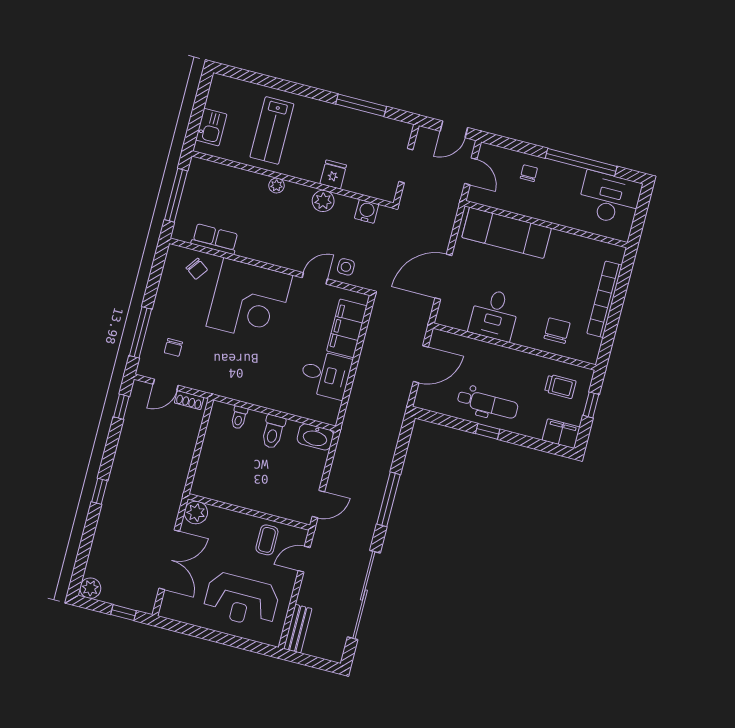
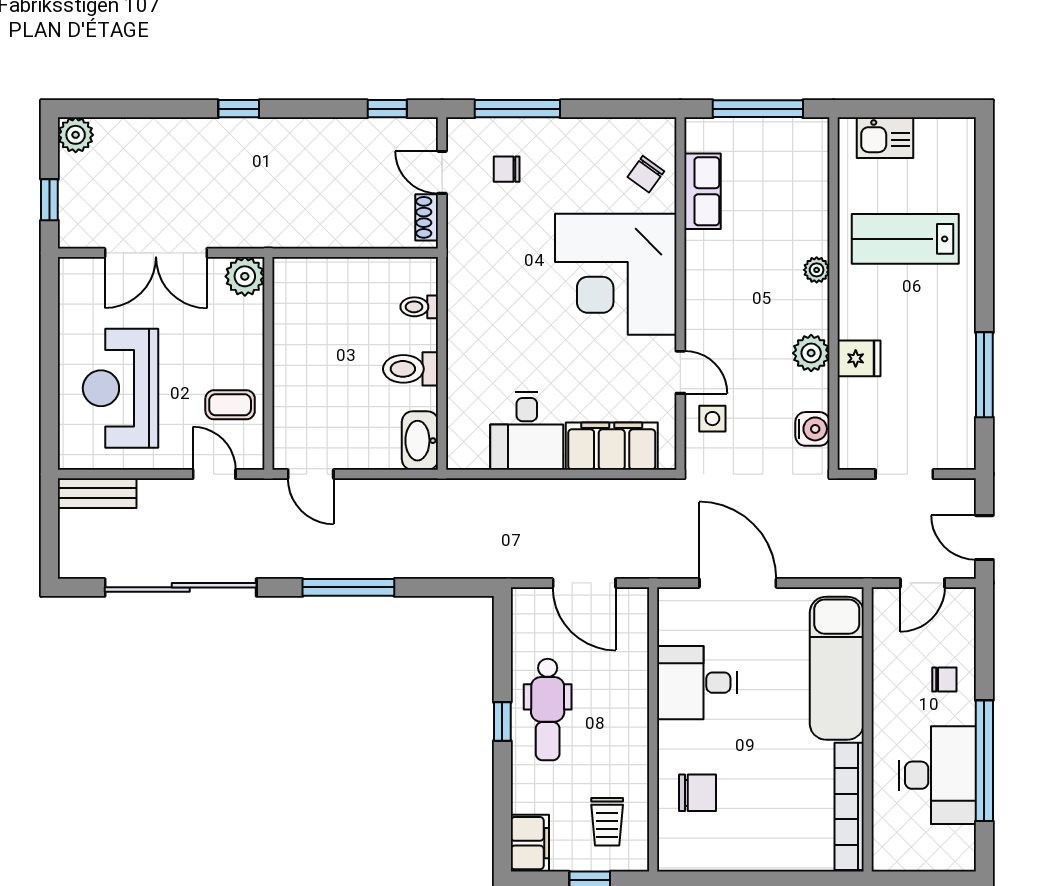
desk: (610, 198) -> (937, 775), moved
bookcase: (604, 299) -> (849, 806), moved, turned -90

